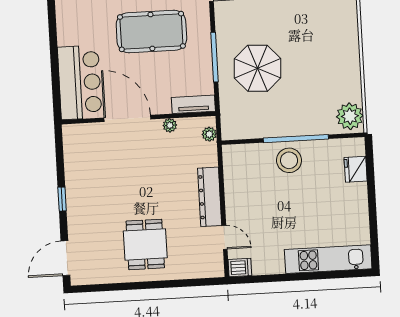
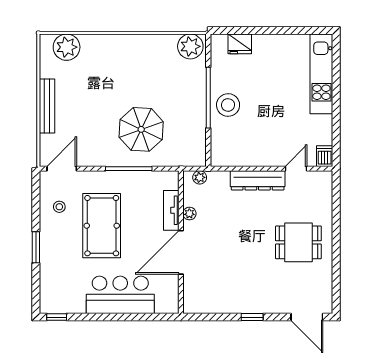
bar counter: (80, 82) -> (120, 295), moved
tv unit: (193, 104) -> (171, 210), moved

